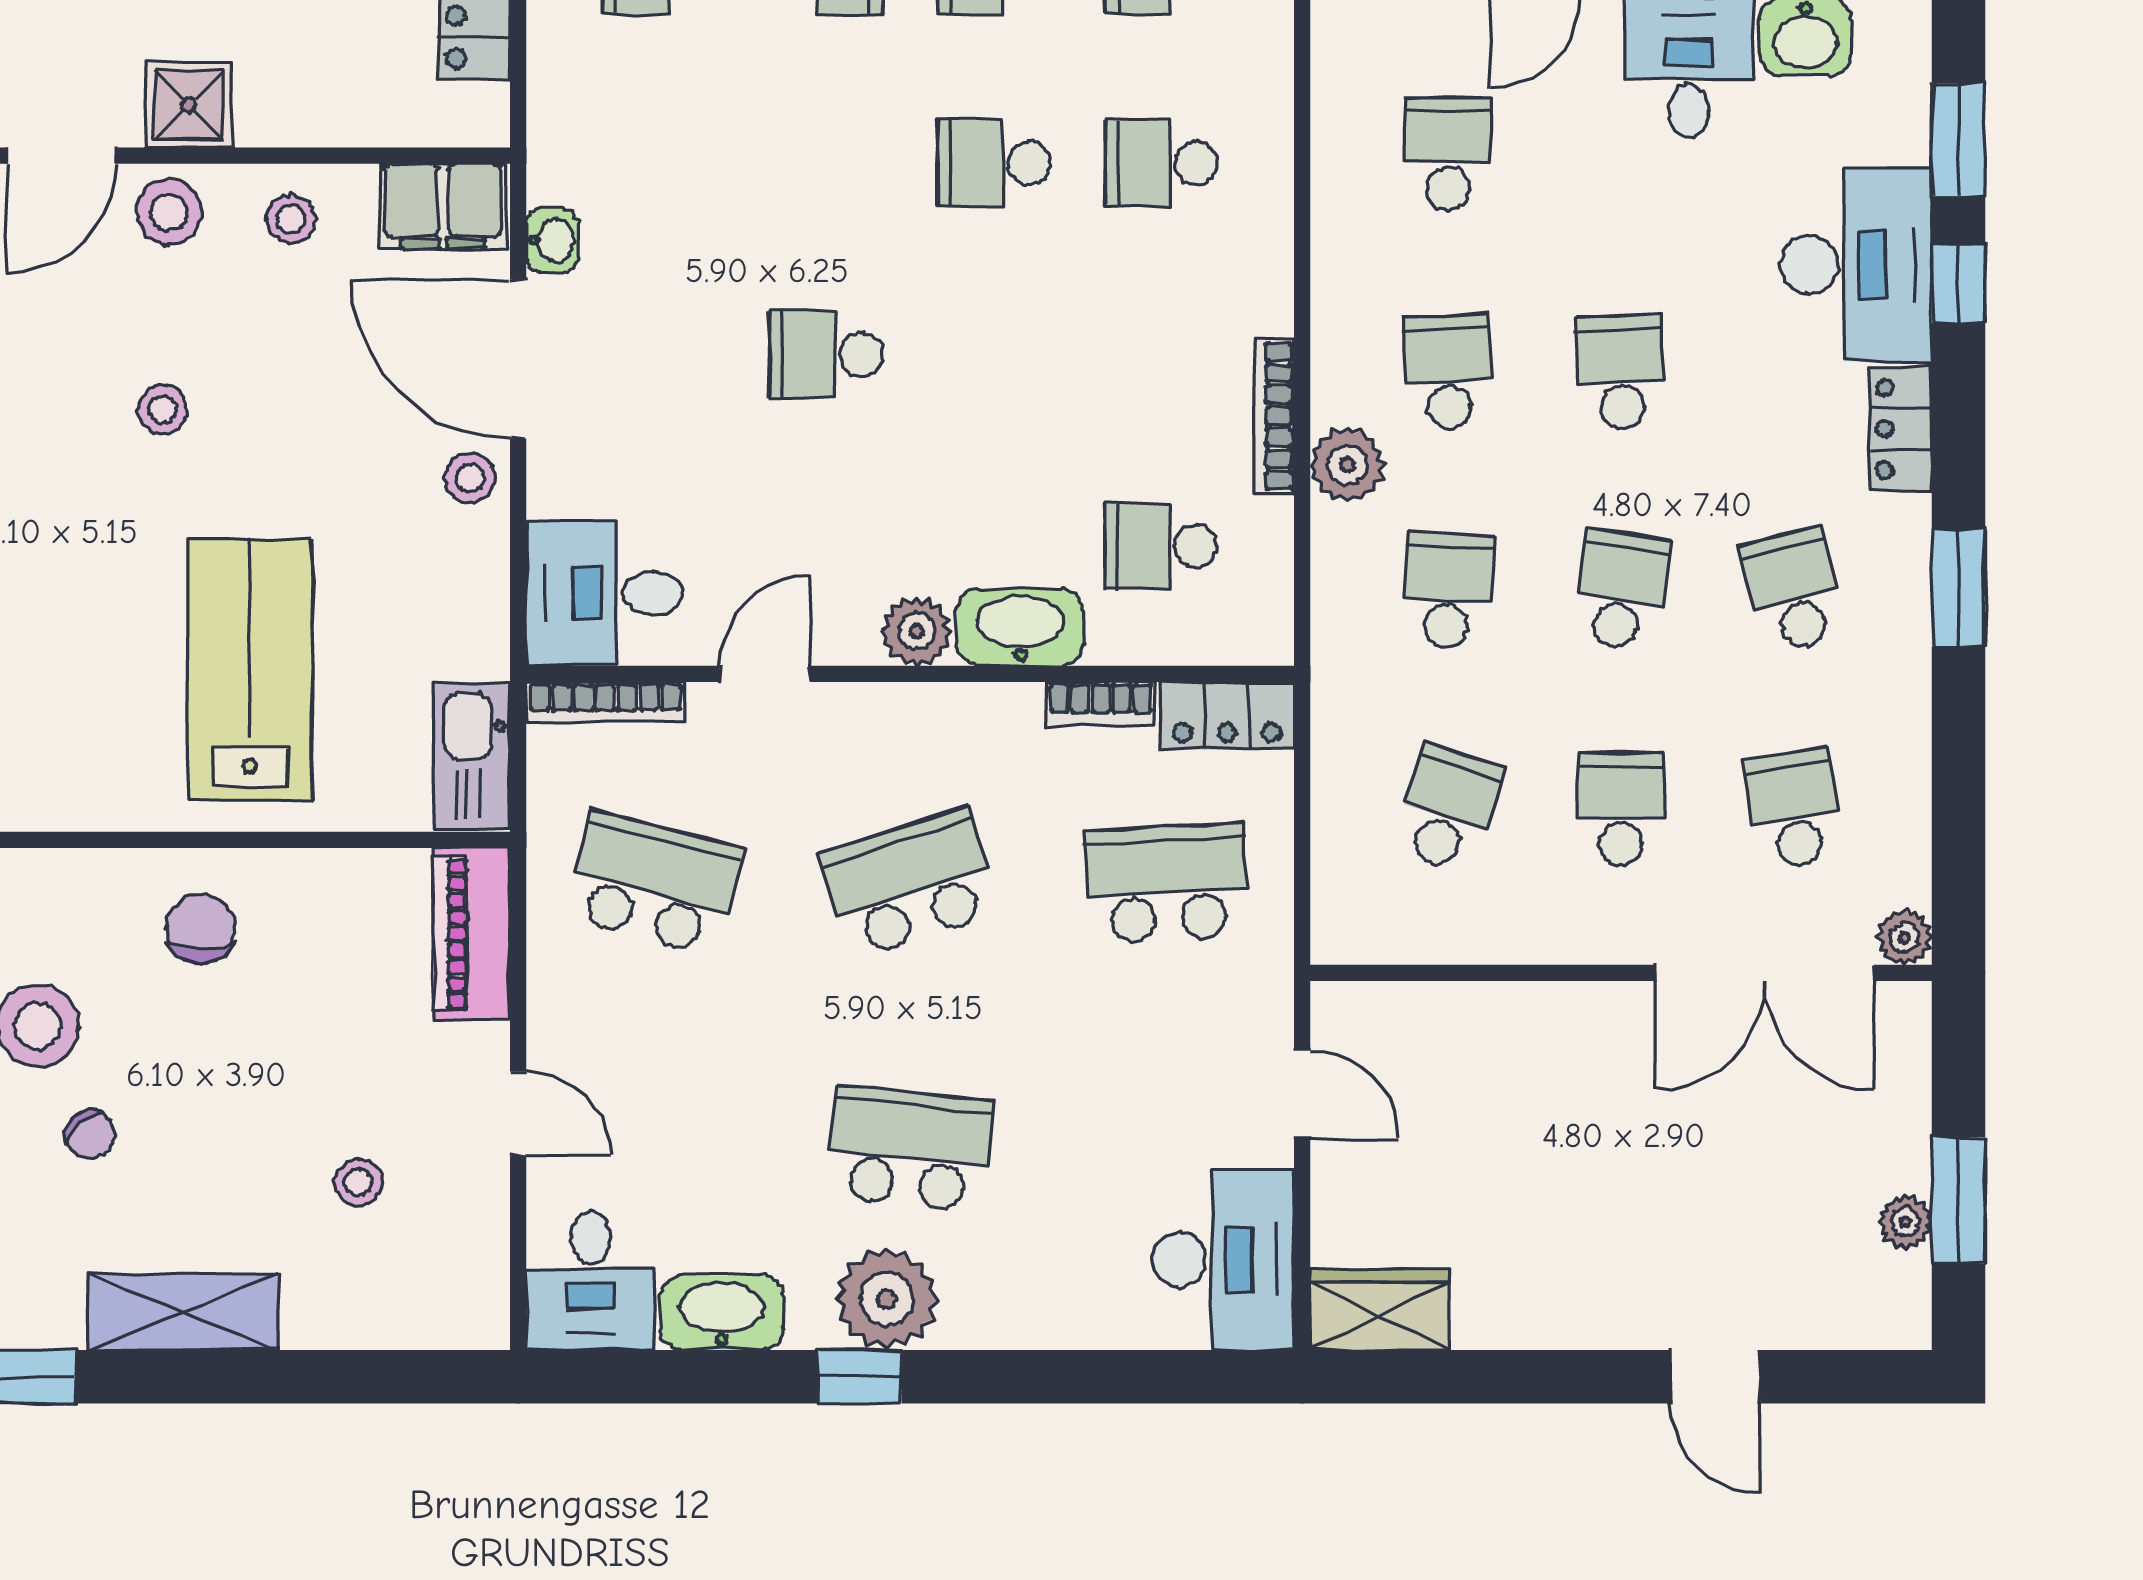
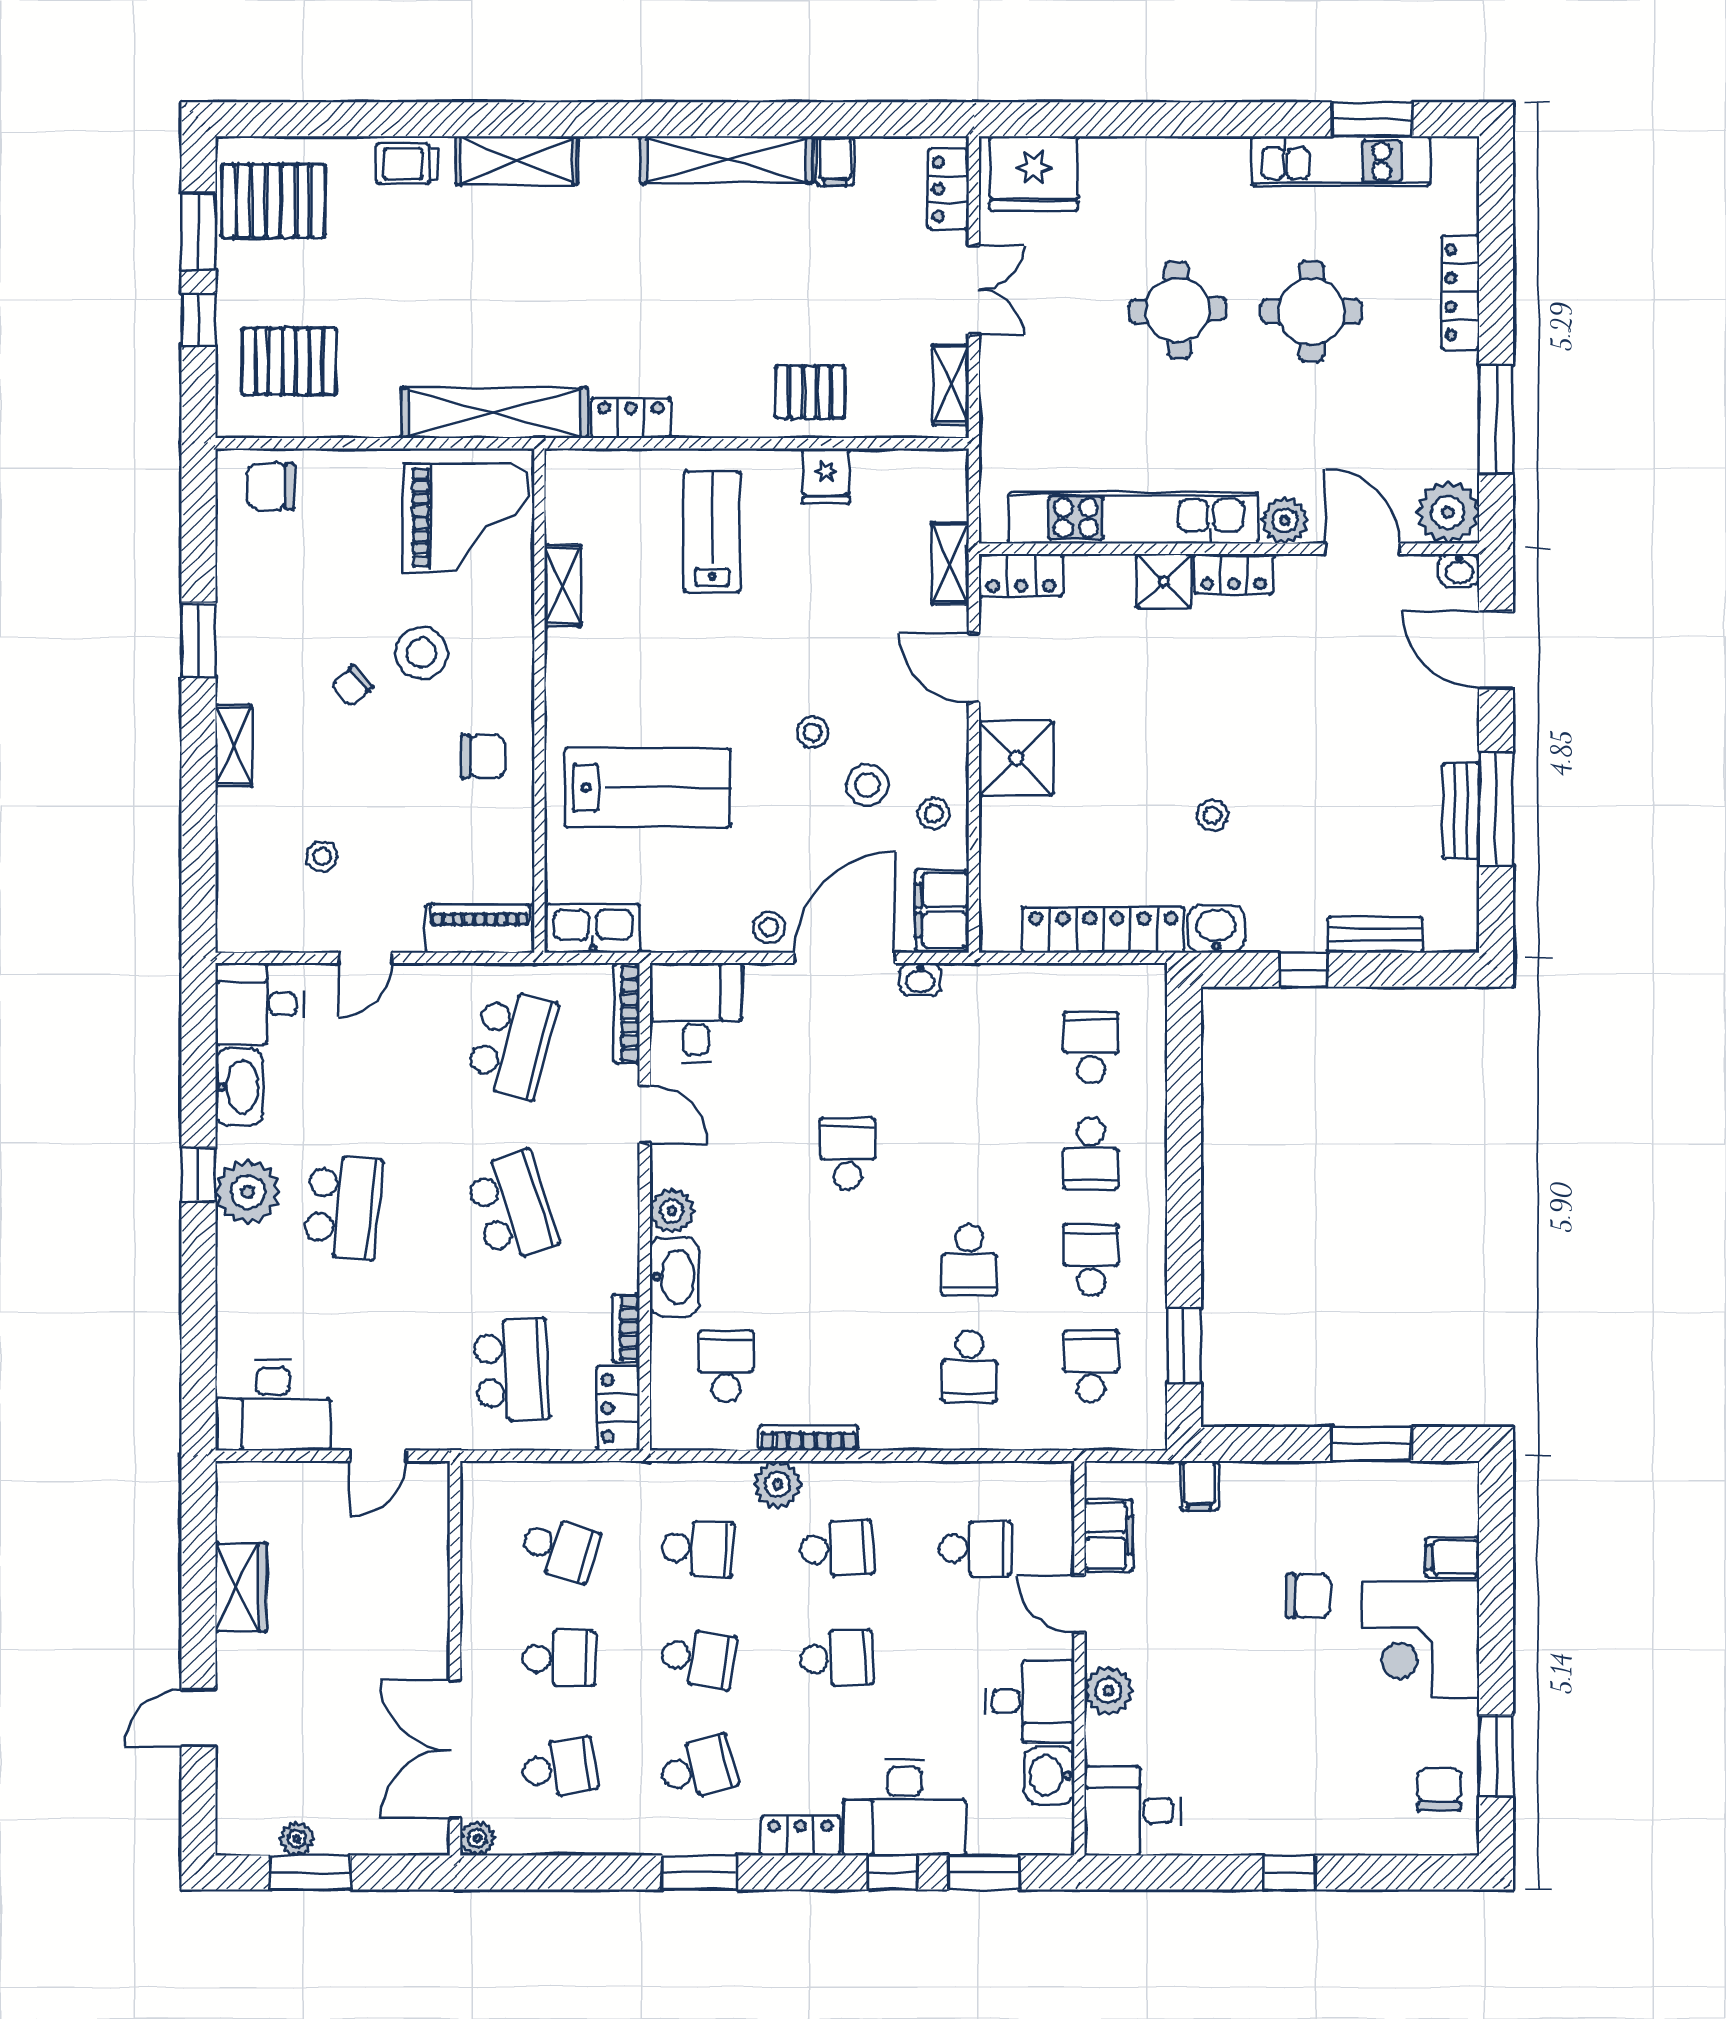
shower: (189, 105) -> (1016, 759), width x1.36, depth x1.36
school desk: (994, 163) -> (969, 1260), turned 180
school desk: (1161, 163) -> (969, 1366), turned 180
stool: (169, 212) -> (867, 785), moved
wardrobe: (1380, 1310) -> (241, 1587), moved
shelving: (184, 1312) -> (233, 746), width x0.67, depth x0.75

